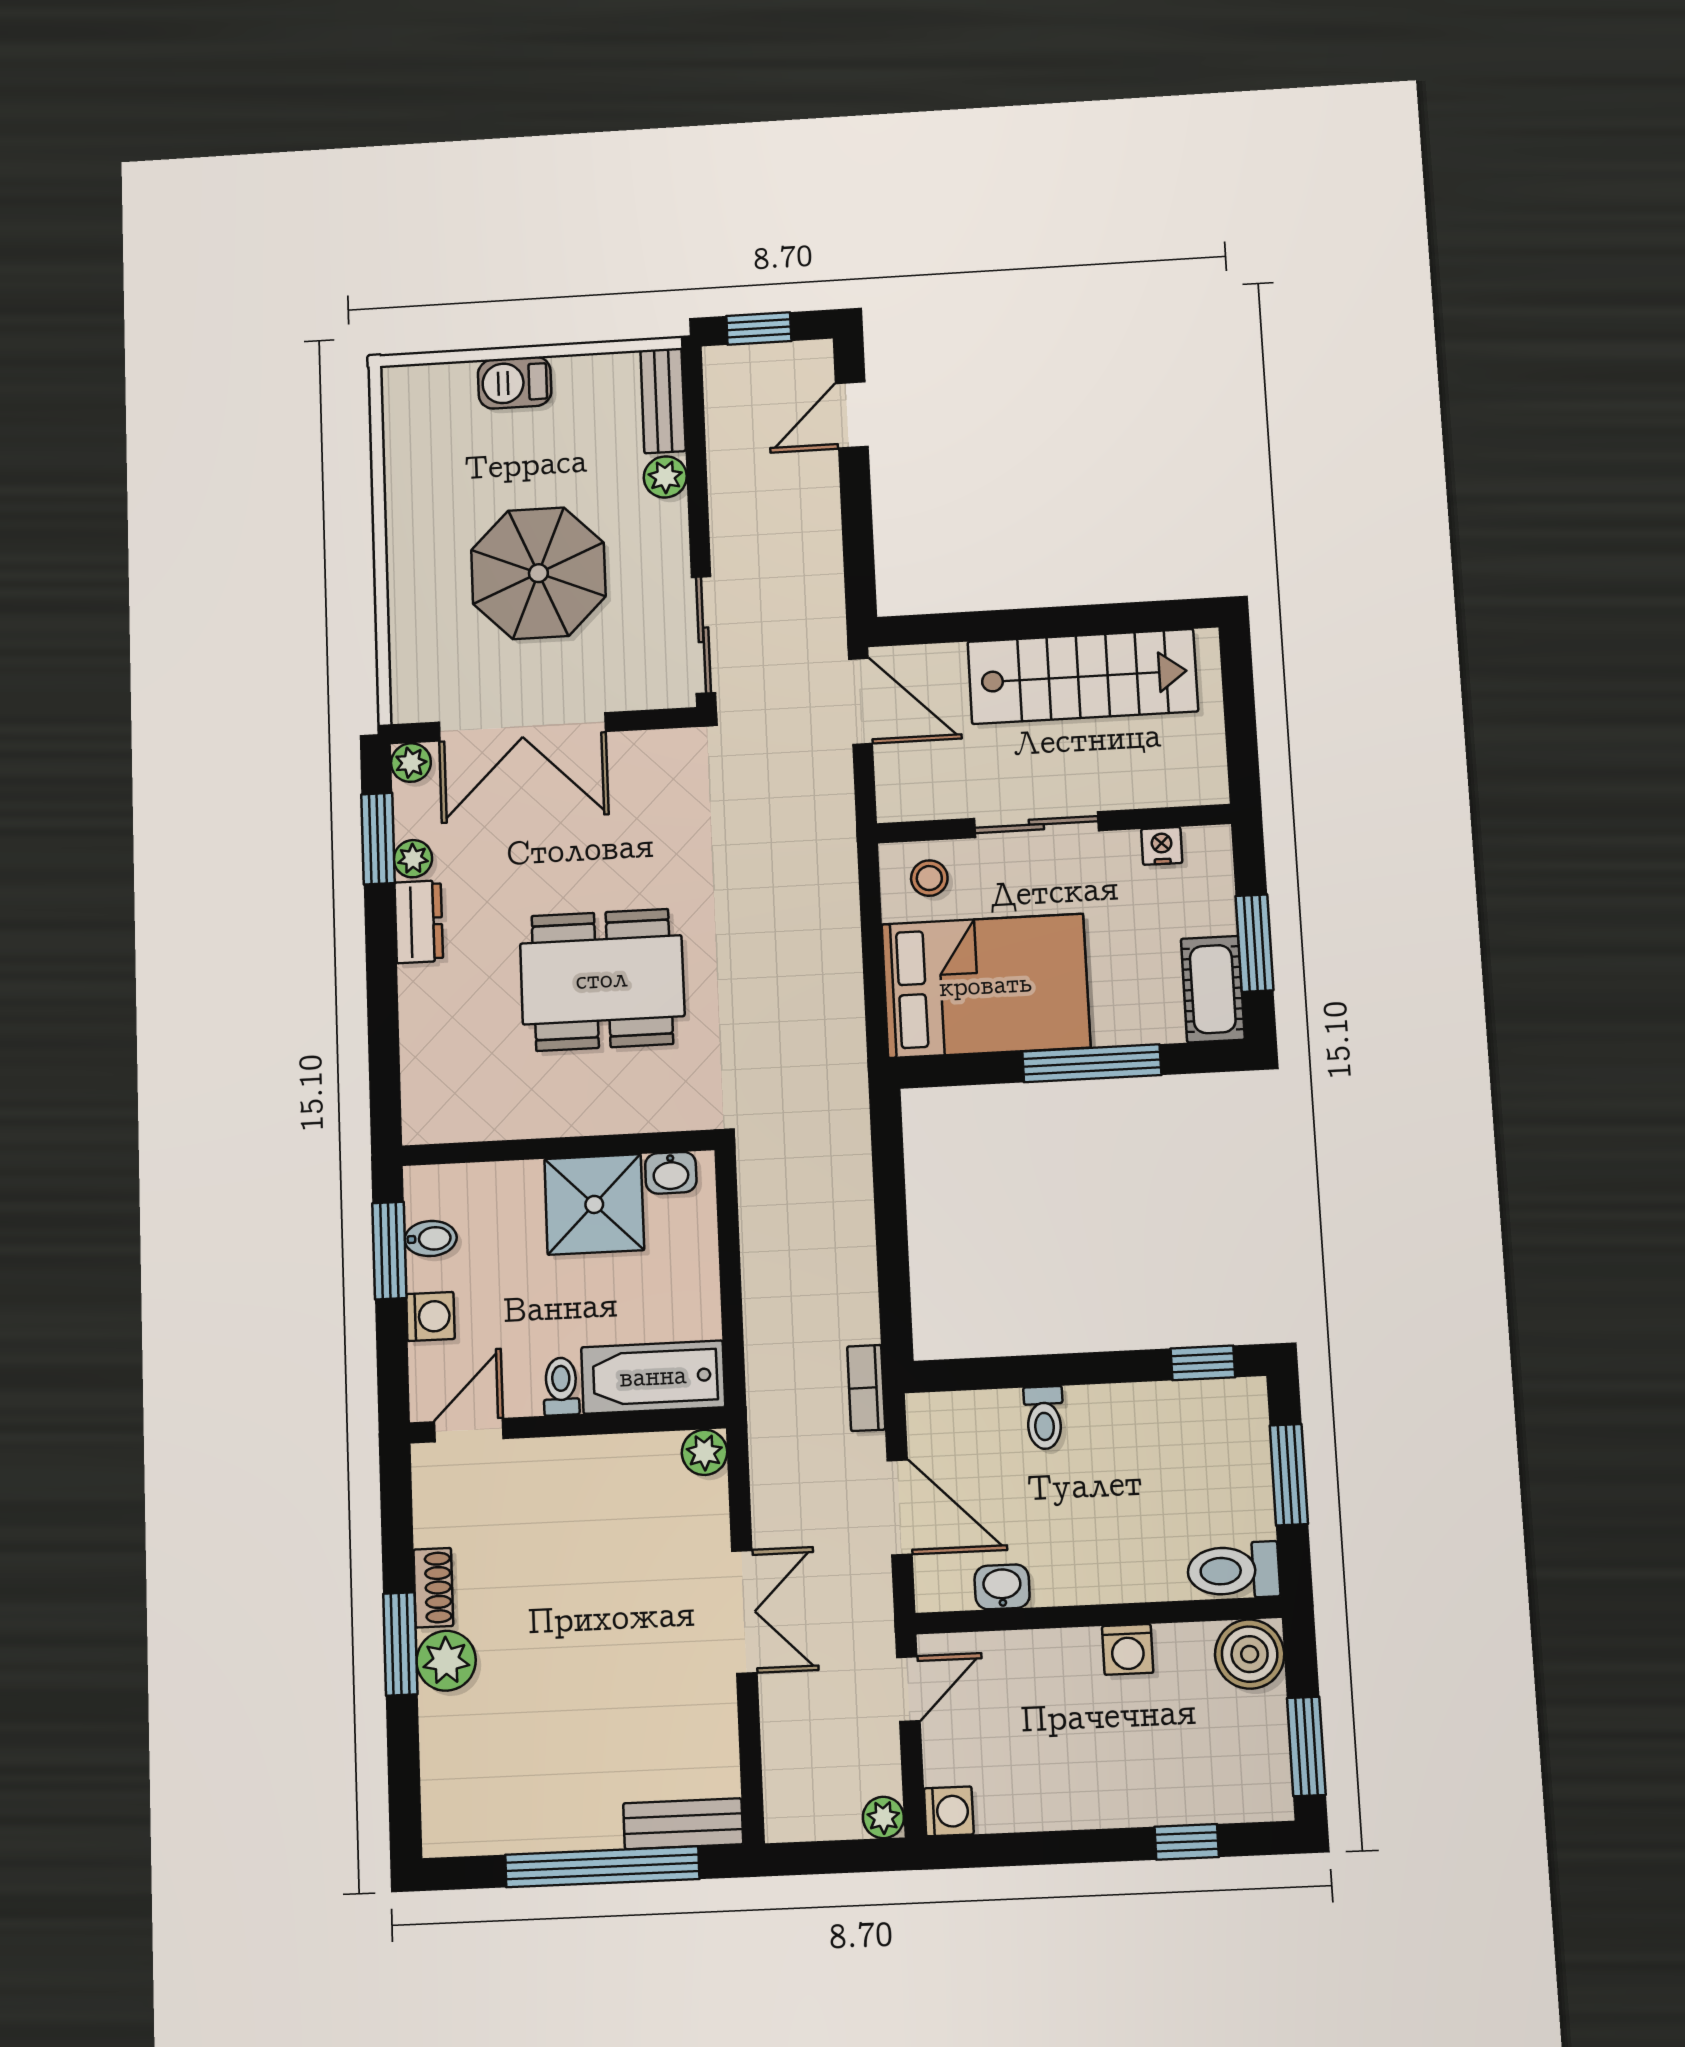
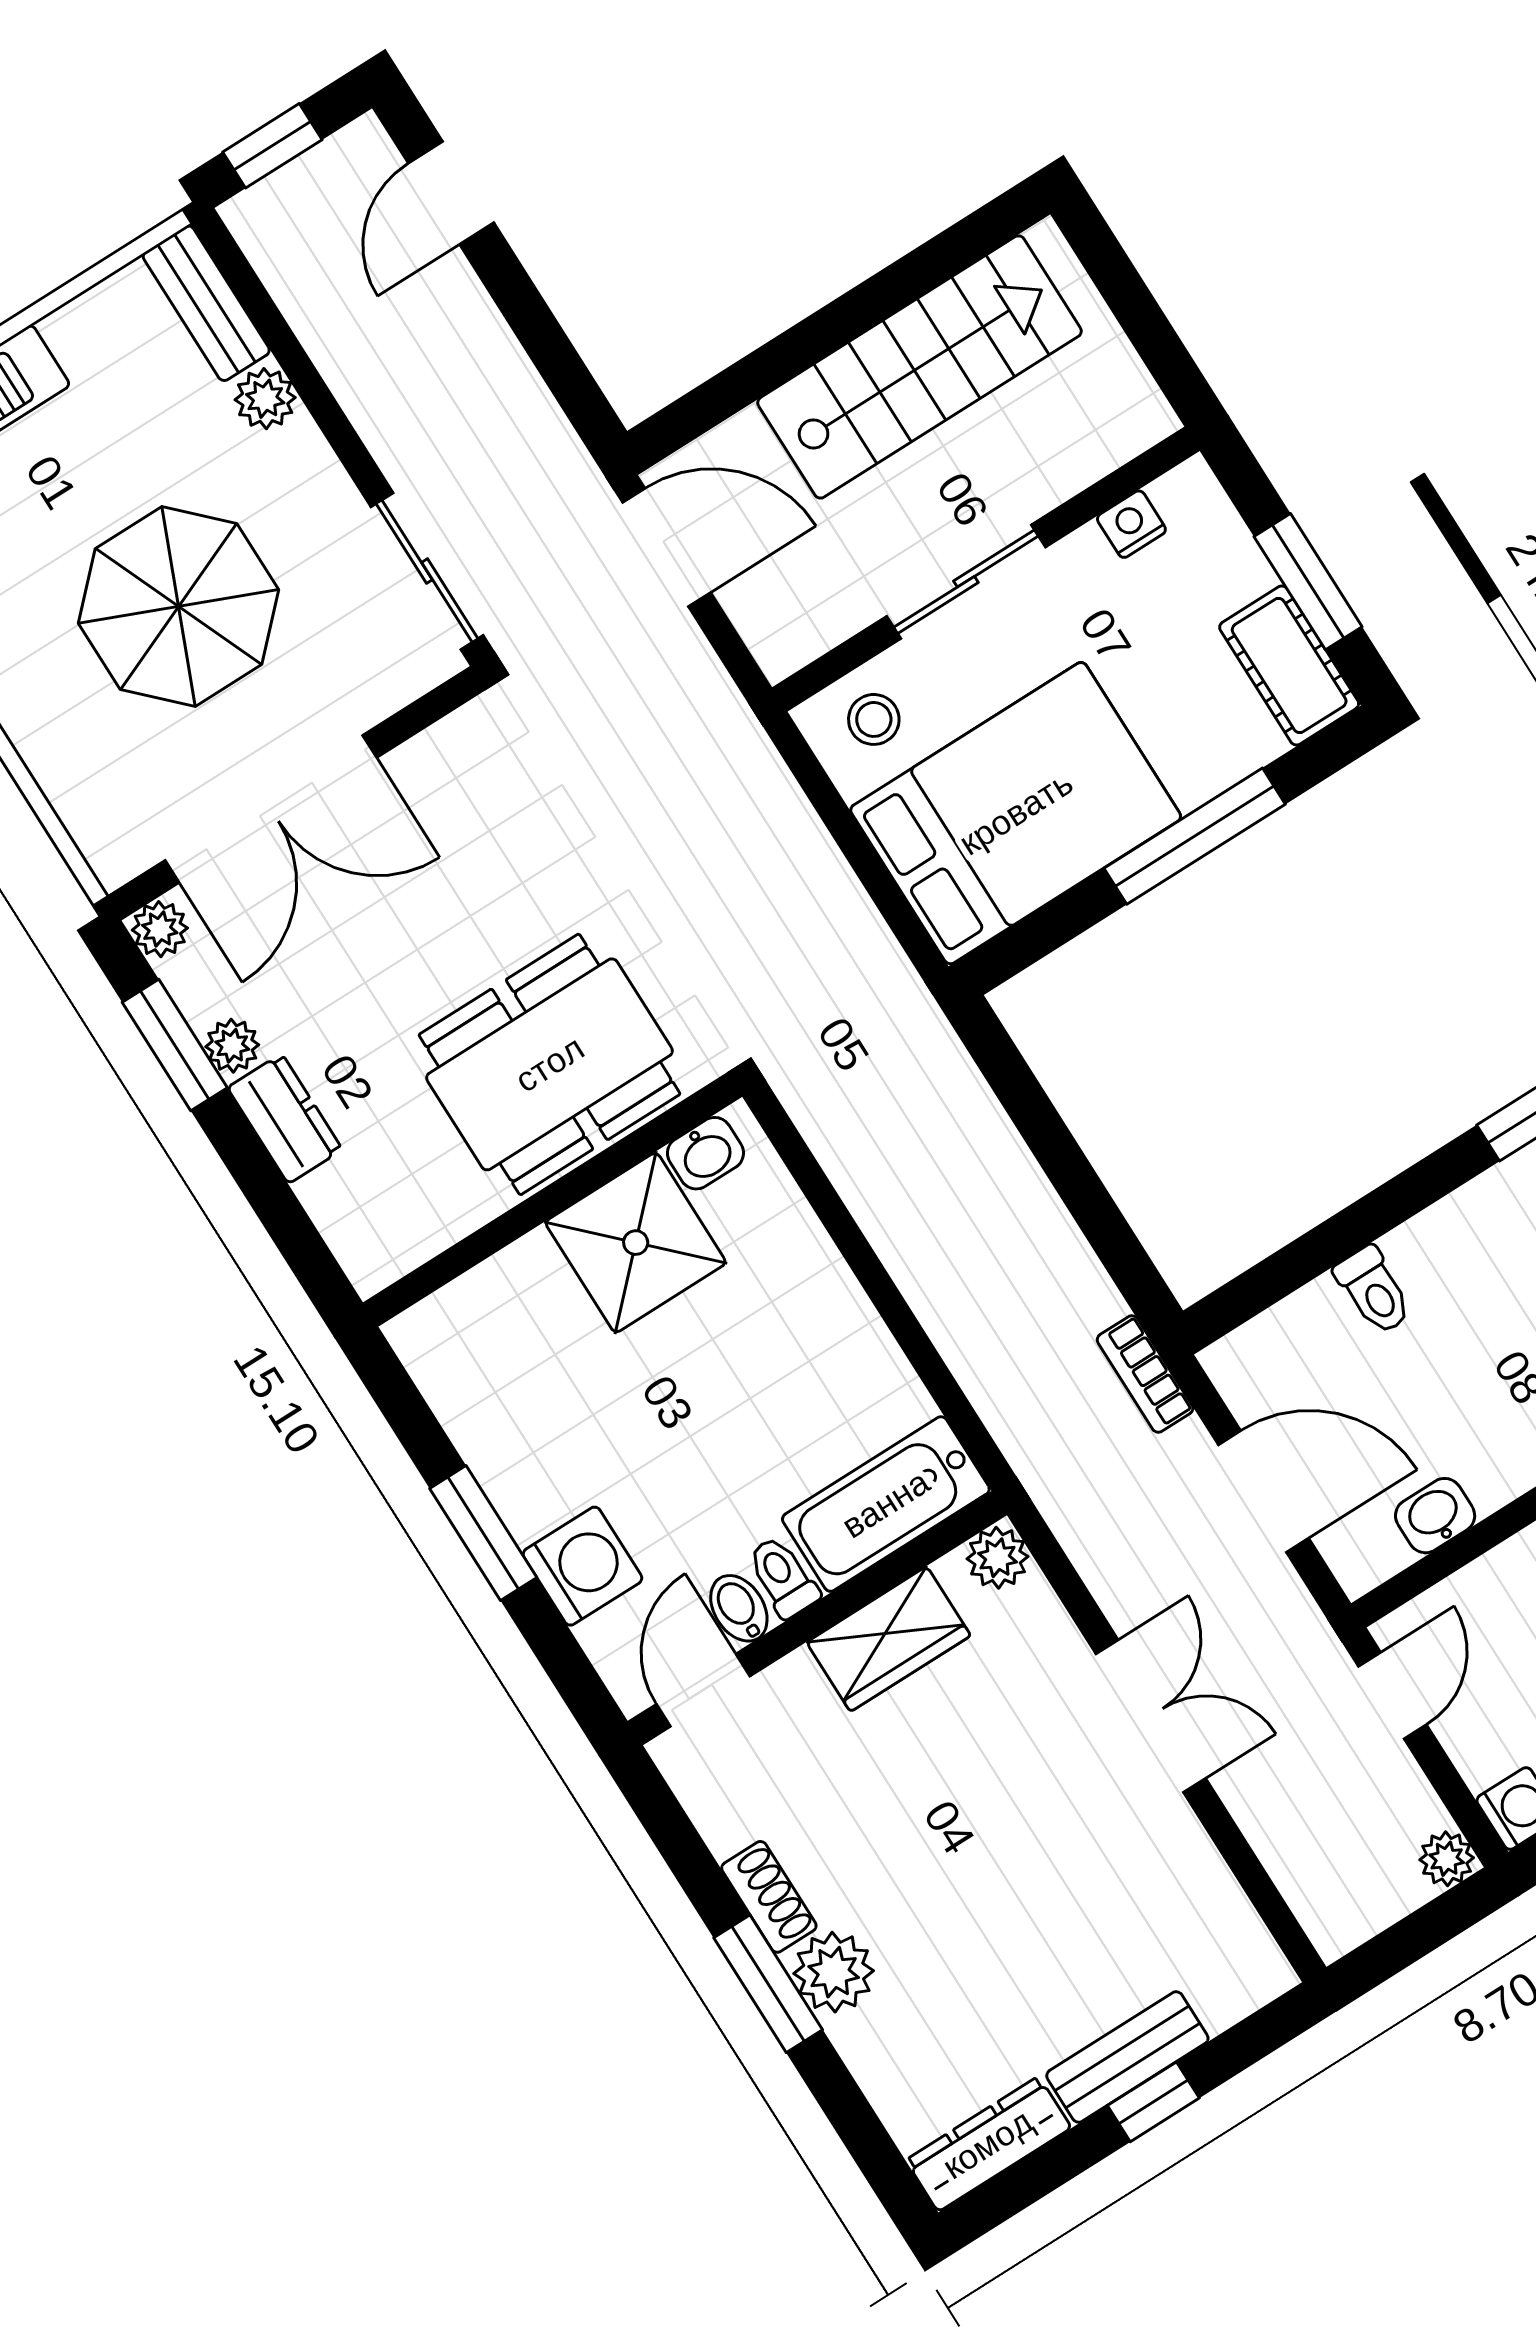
wall: (558, 1148) -> (553, 1200), moved
washbasin: (671, 1173) -> (705, 1153), moved
shower: (594, 1204) -> (636, 1243), moved
bidet: (431, 1239) -> (739, 1608), moved, turned -90
washing machine: (430, 1316) -> (582, 1566), width x1.38, depth x1.38
wardrobe: (605, 1465) -> (889, 1639), added
bench: (683, 1824) -> (1127, 2057), moved
dresser: (480, 1832) -> (988, 2144), added
window: (602, 1867) -> (1153, 2102), width x0.32

